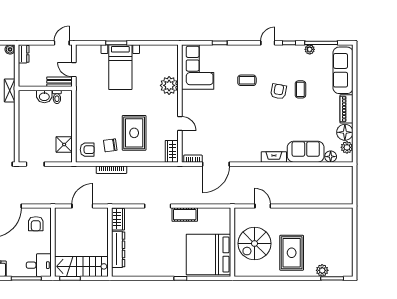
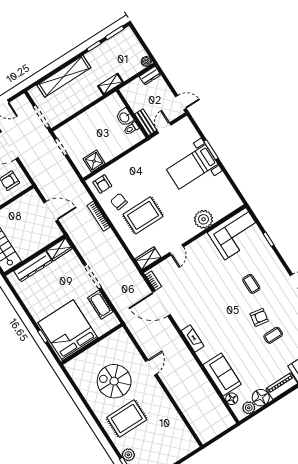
fireplace: (274, 157) -> (193, 338), moved
wall: (232, 242) -> (92, 344), moved
bed: (208, 255) -> (68, 330), moved

